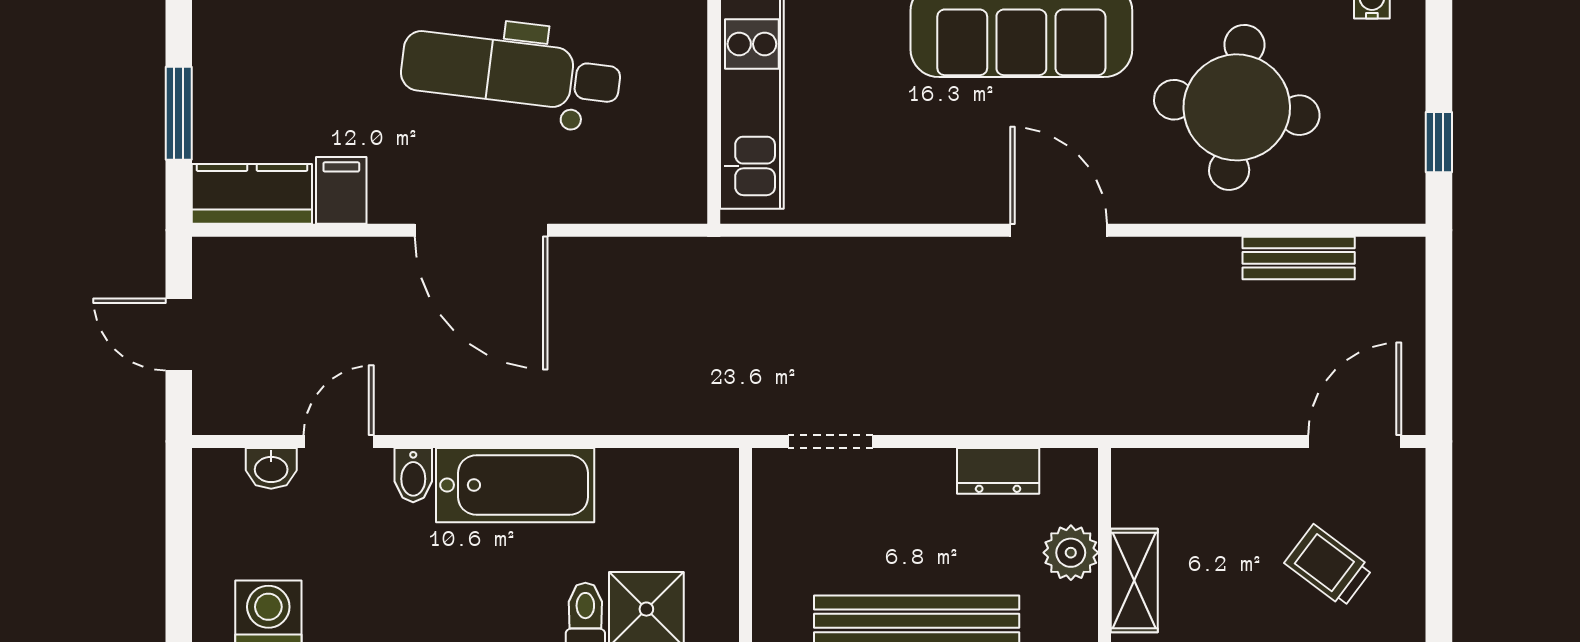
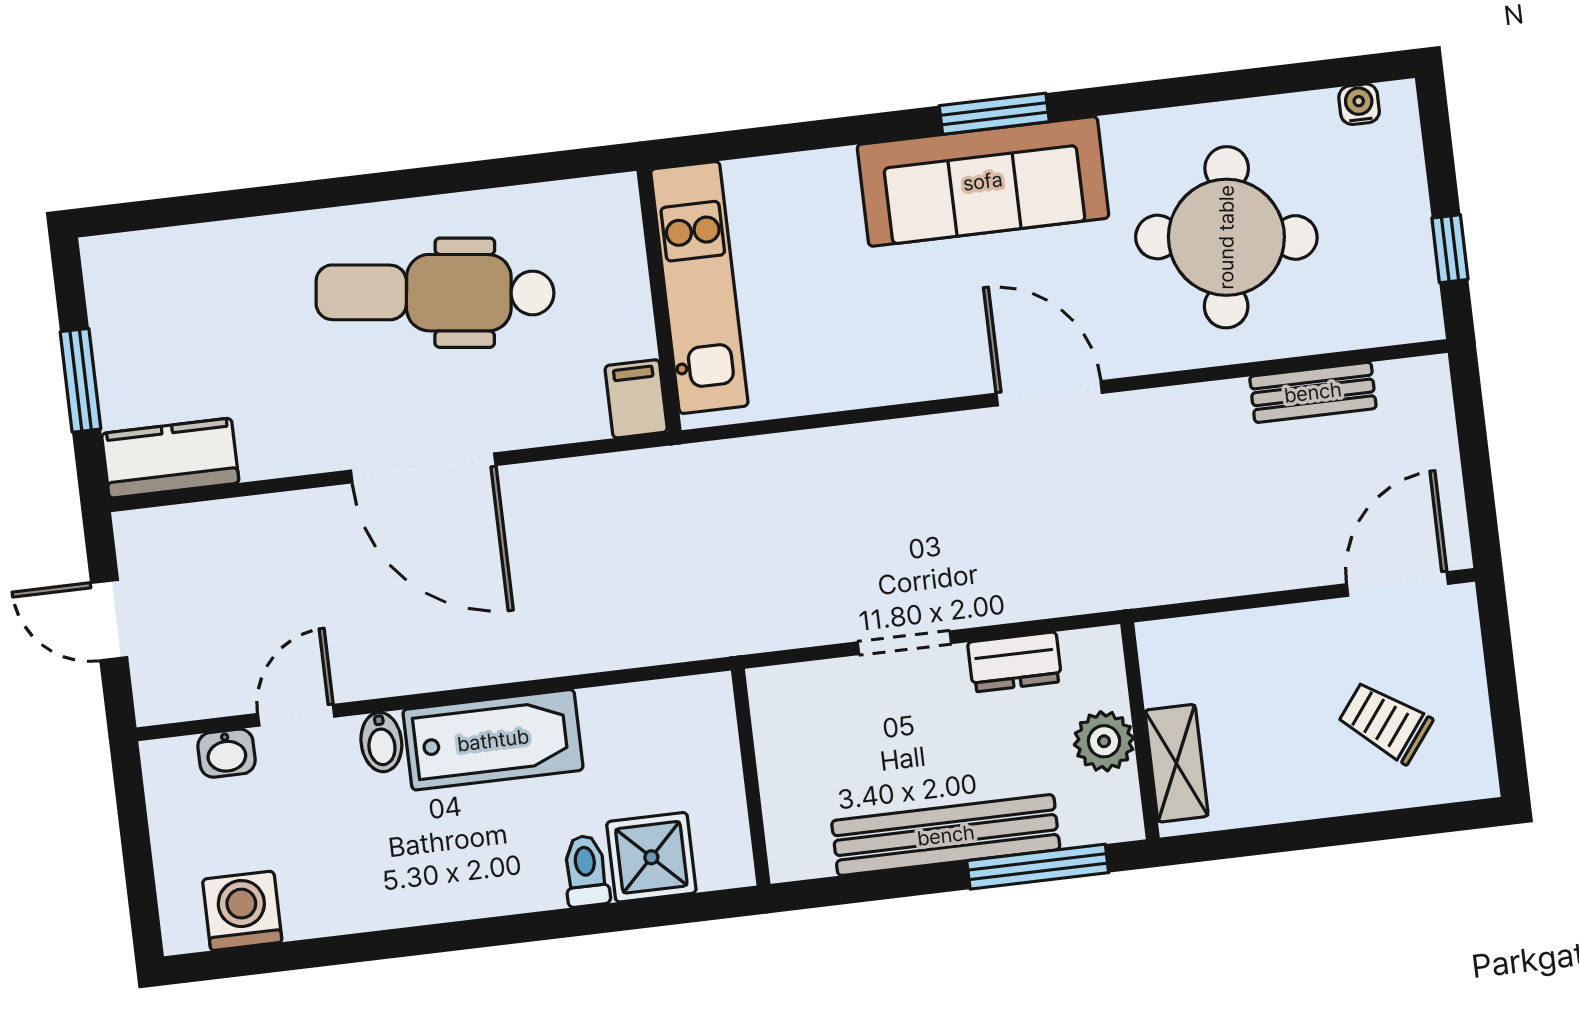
filing cabinet: (341, 190) -> (636, 399), moved
doorway: (831, 441) -> (904, 643), moved

